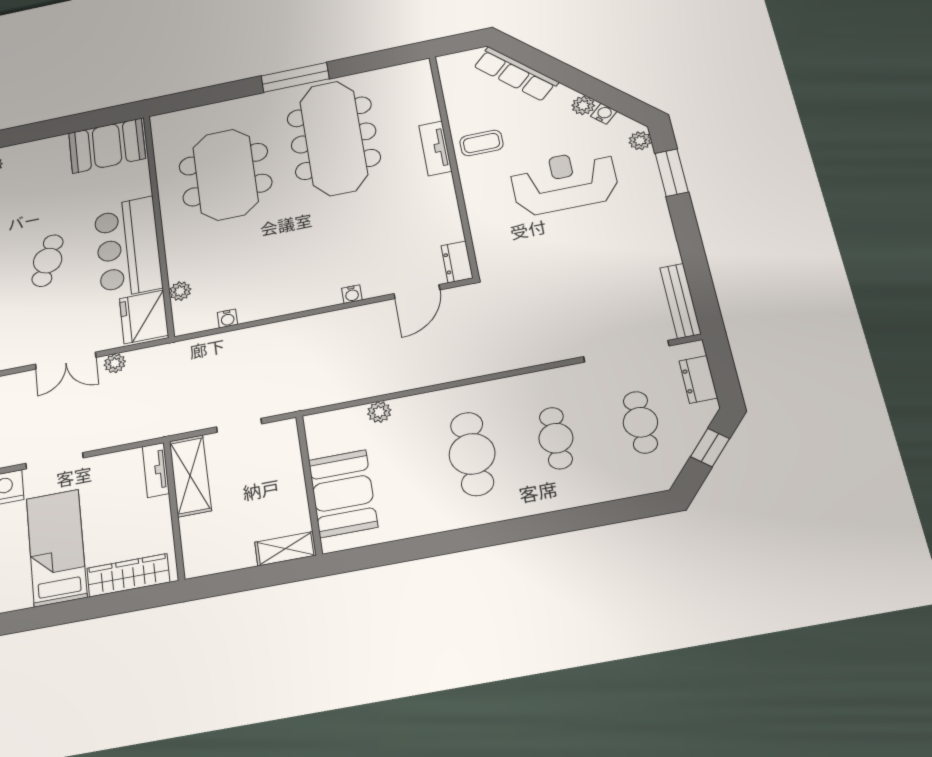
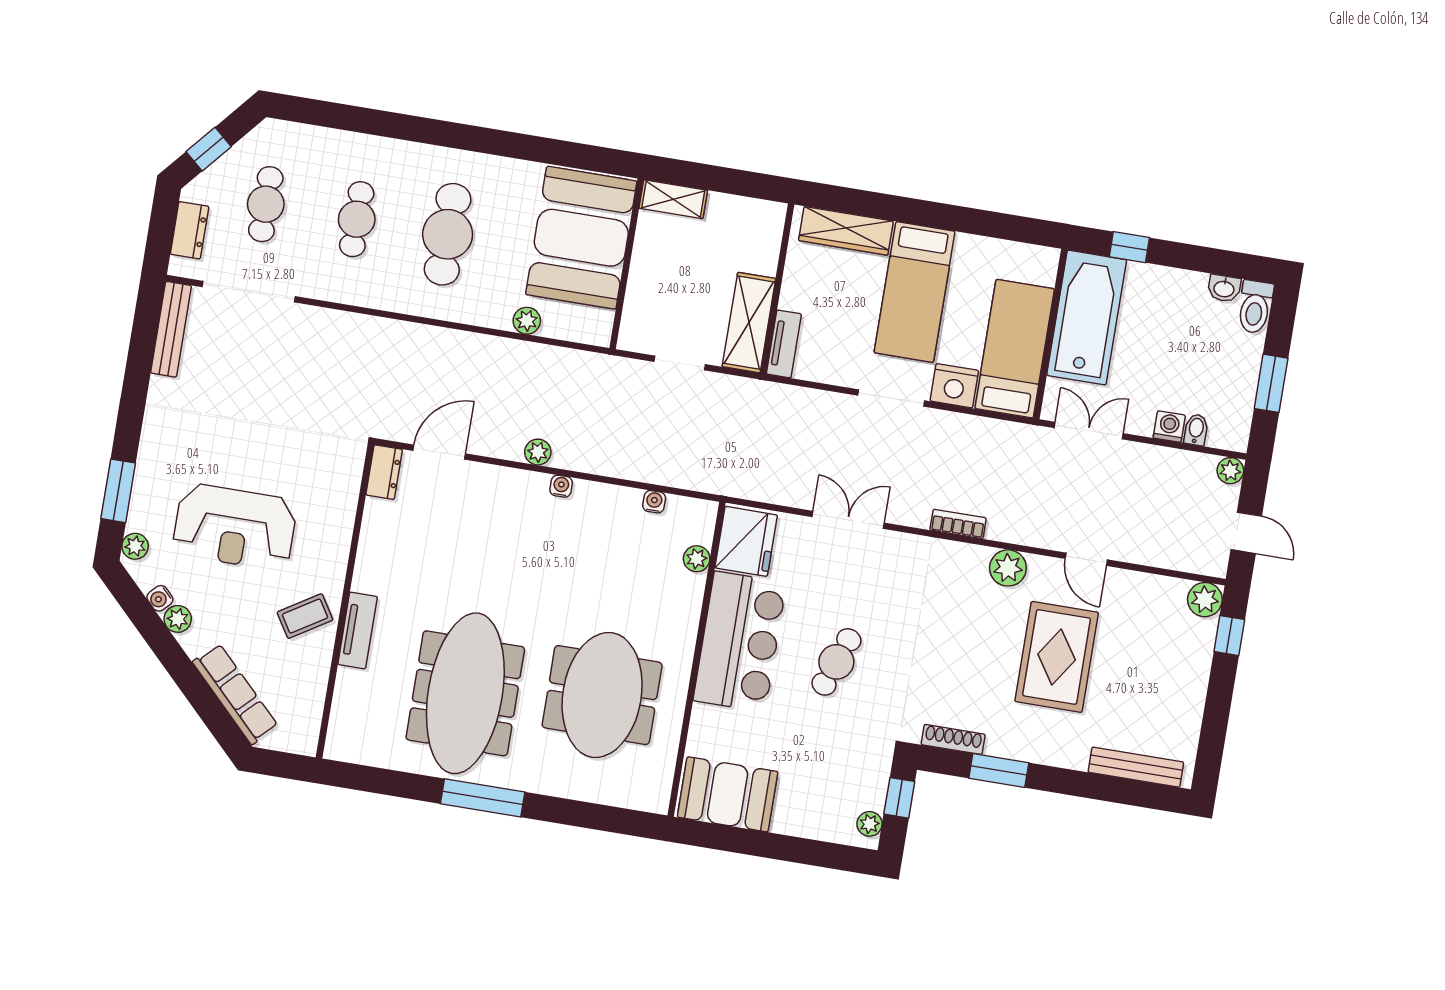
coffee table: (481, 143) -> (305, 616), turned -32
water cooler: (352, 294) -> (561, 486), moved
plant: (115, 363) -> (538, 452), moved
booth: (343, 493) -> (581, 238), width x1.36, depth x1.42

